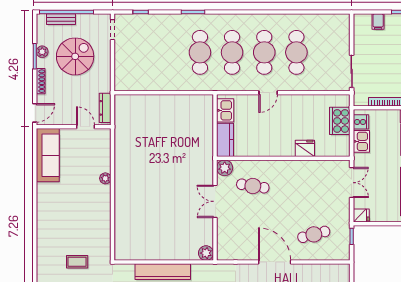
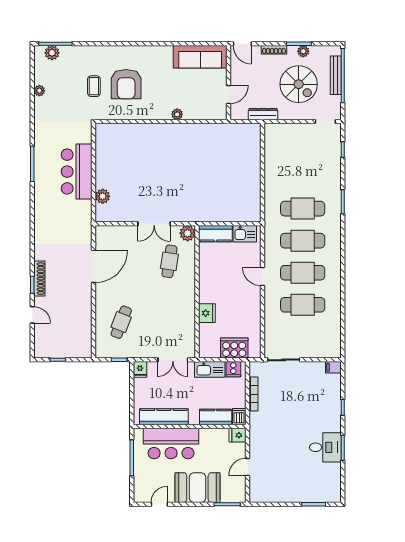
bench: (61, 19) -> (336, 75), width x1.36
filing cabinet: (378, 22) -> (333, 367), moved
dresser: (105, 108) -> (263, 114), moved
kitchen sink: (361, 141) -> (210, 369), width x1.38
double door: (215, 201) -> (154, 224), swing flipped
armchair: (75, 229) -> (126, 84), added
cafe table: (314, 234) -> (121, 322), turned 36
plant: (206, 253) -> (103, 196), moved
door: (275, 262) -> (94, 266), moved

